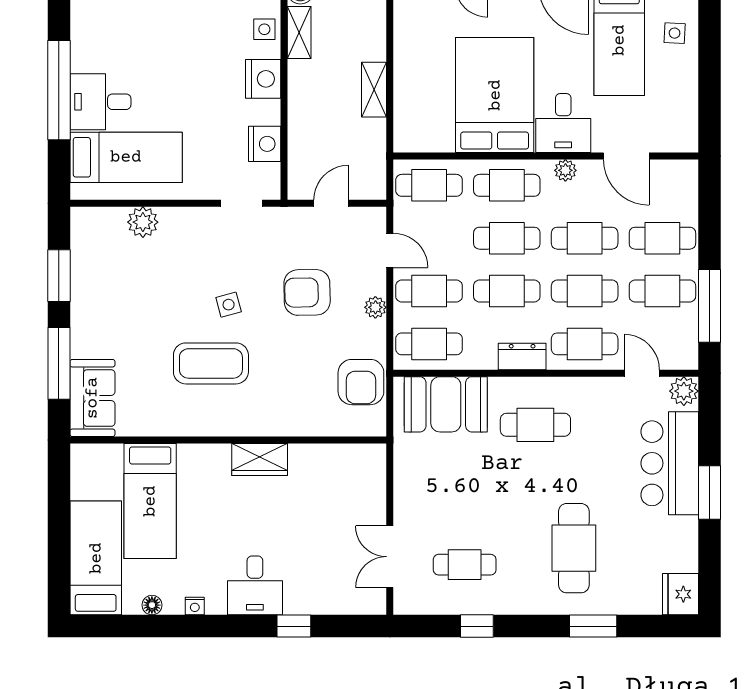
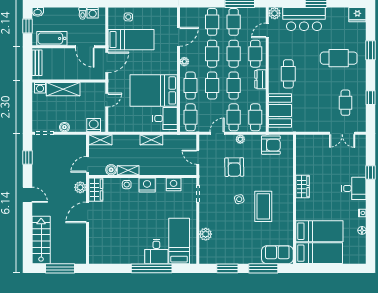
desk: (563, 123) -> (165, 118), moved
bed: (96, 558) -> (319, 253), moved, turned 180

